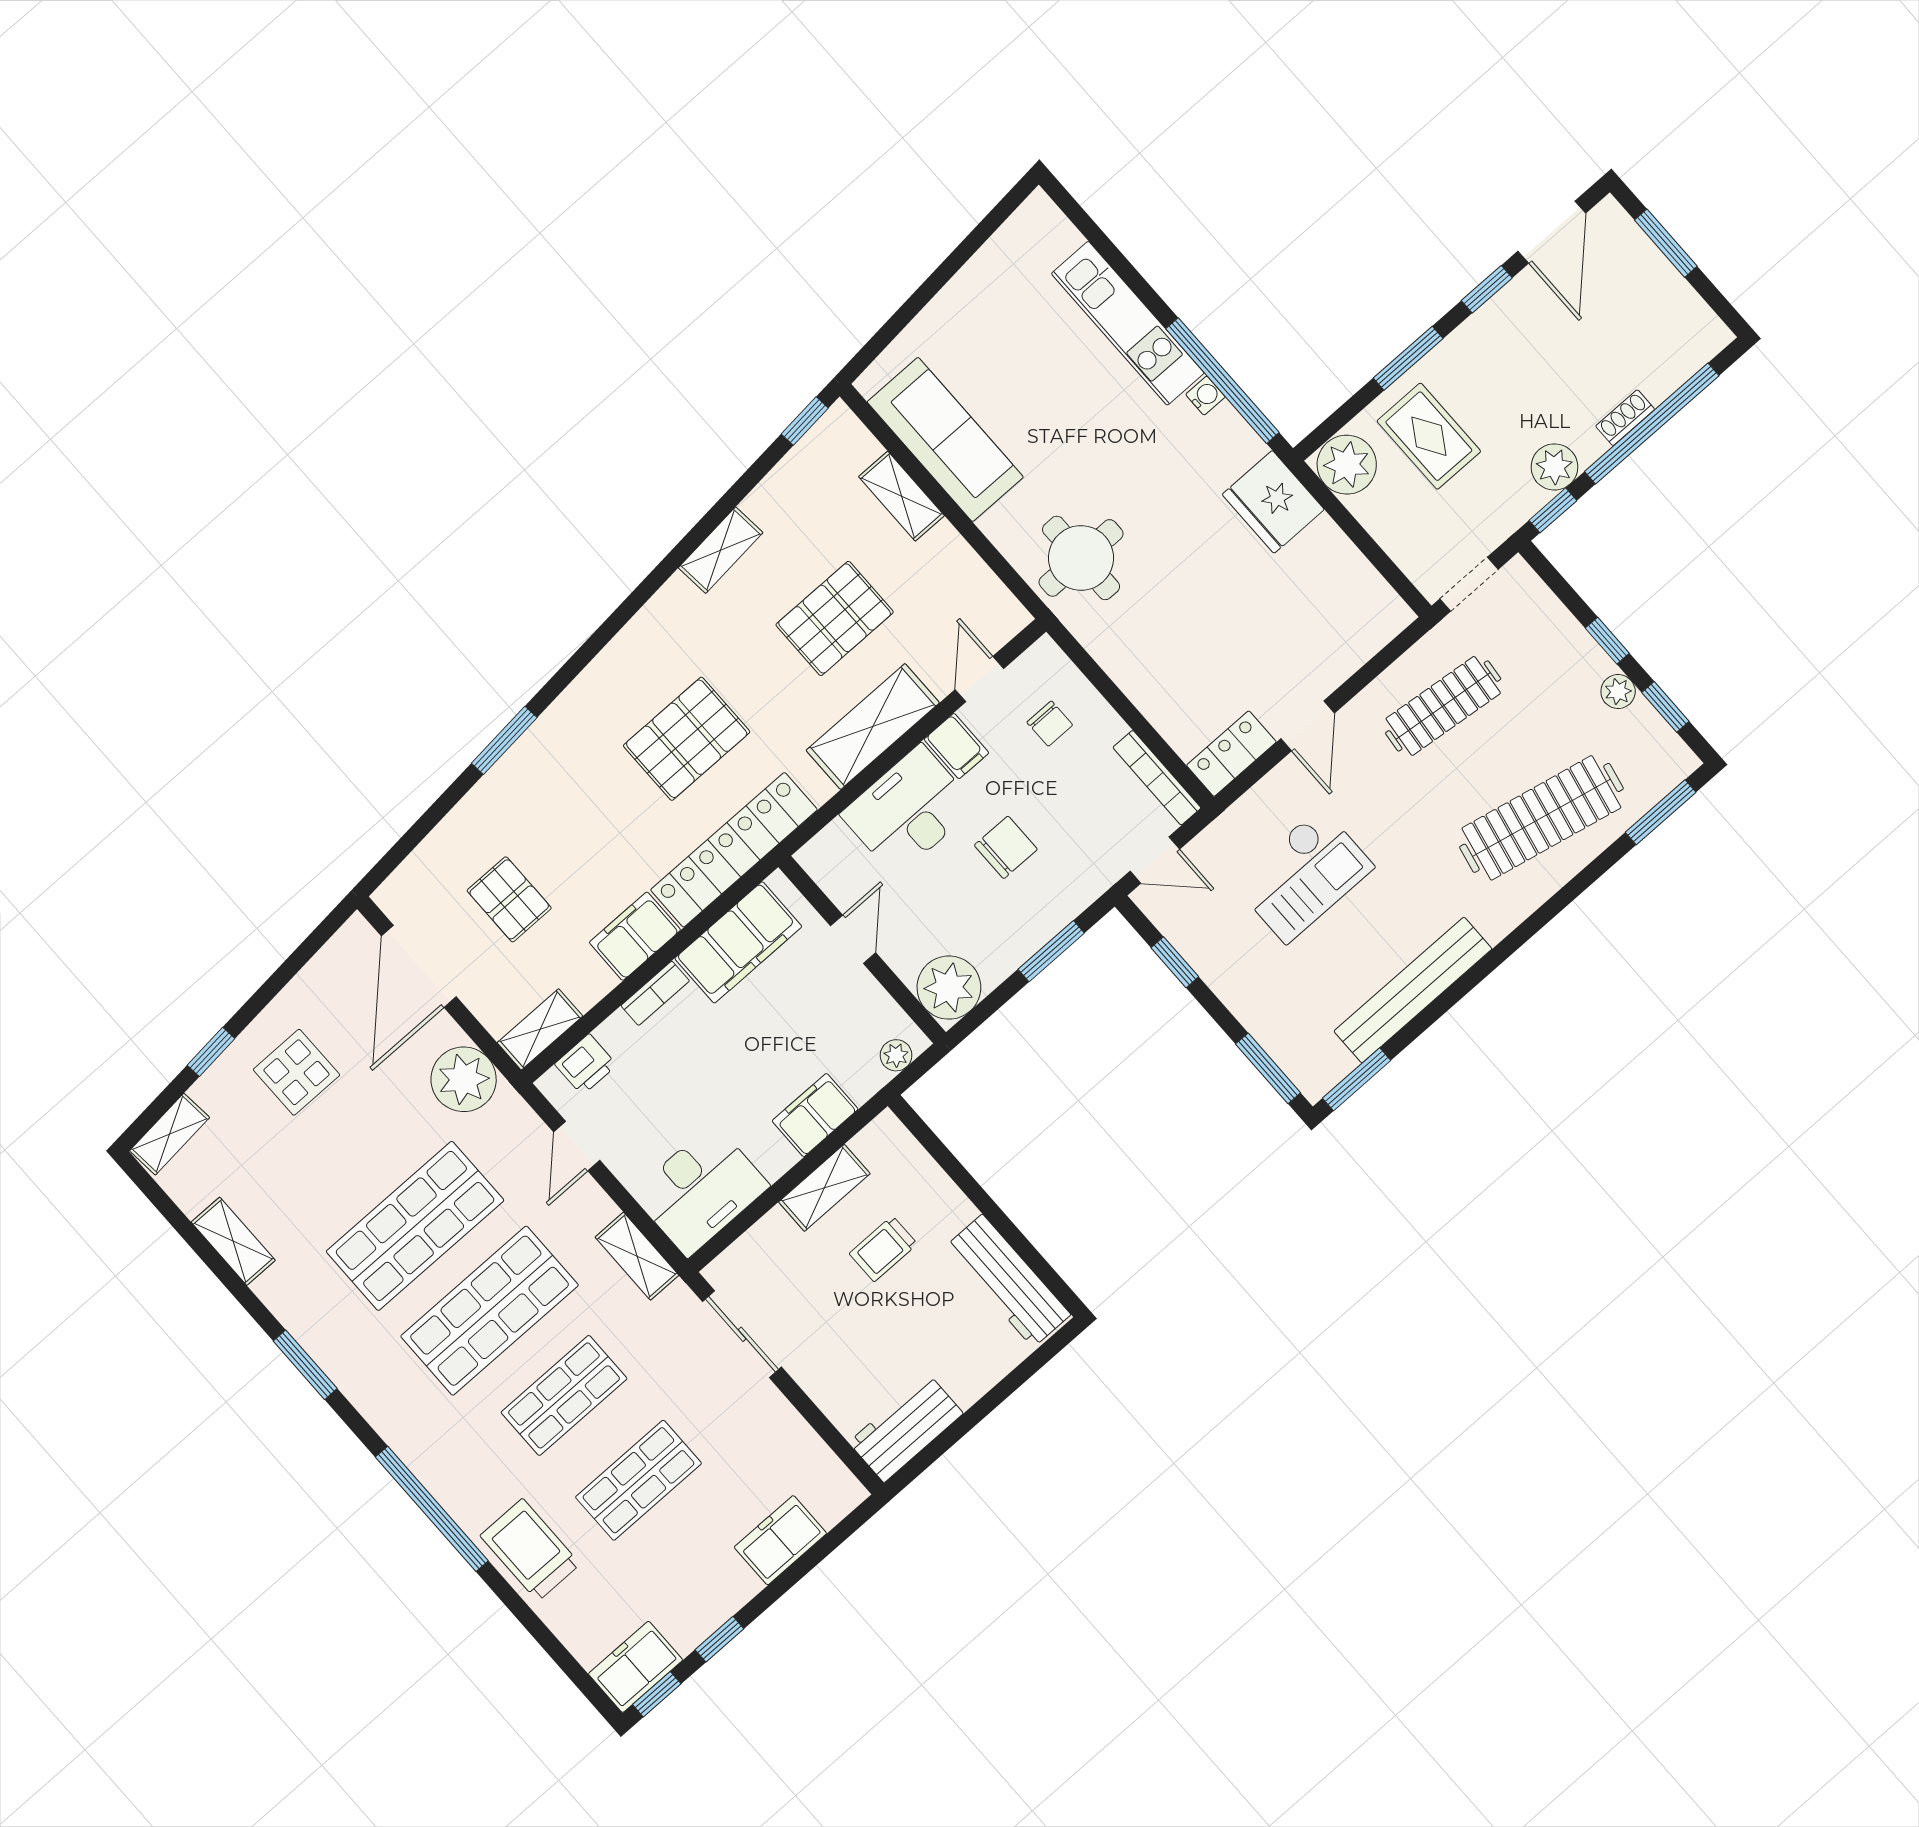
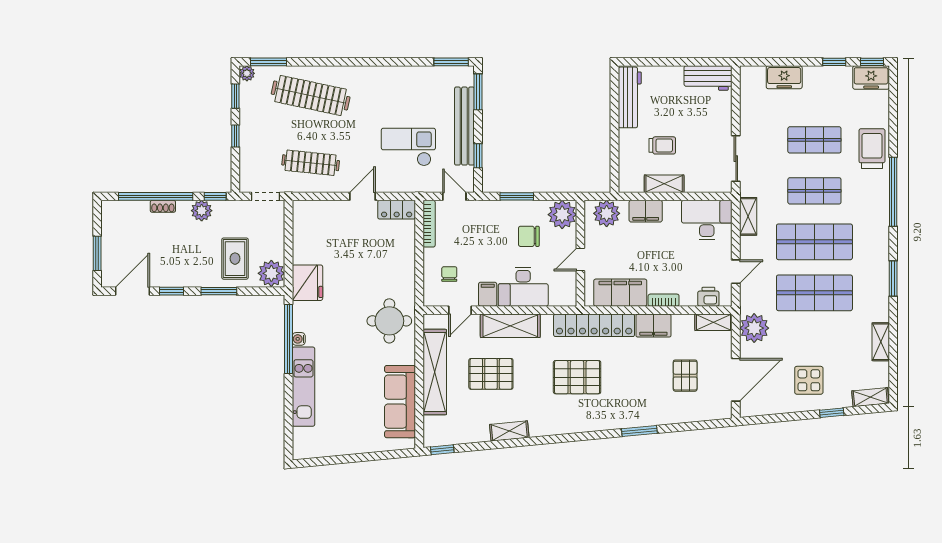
shelving: (901, 496) -> (435, 372), width x2.20, depth x1.33
plant: (1618, 692) -> (247, 73), moved
chair: (1006, 847) -> (529, 236), moved
bench: (1413, 990) -> (464, 126), moved, turned 90
plant: (896, 1055) -> (607, 213), width x1.88, depth x1.88
trolley: (530, 1550) -> (872, 149), turned 180

